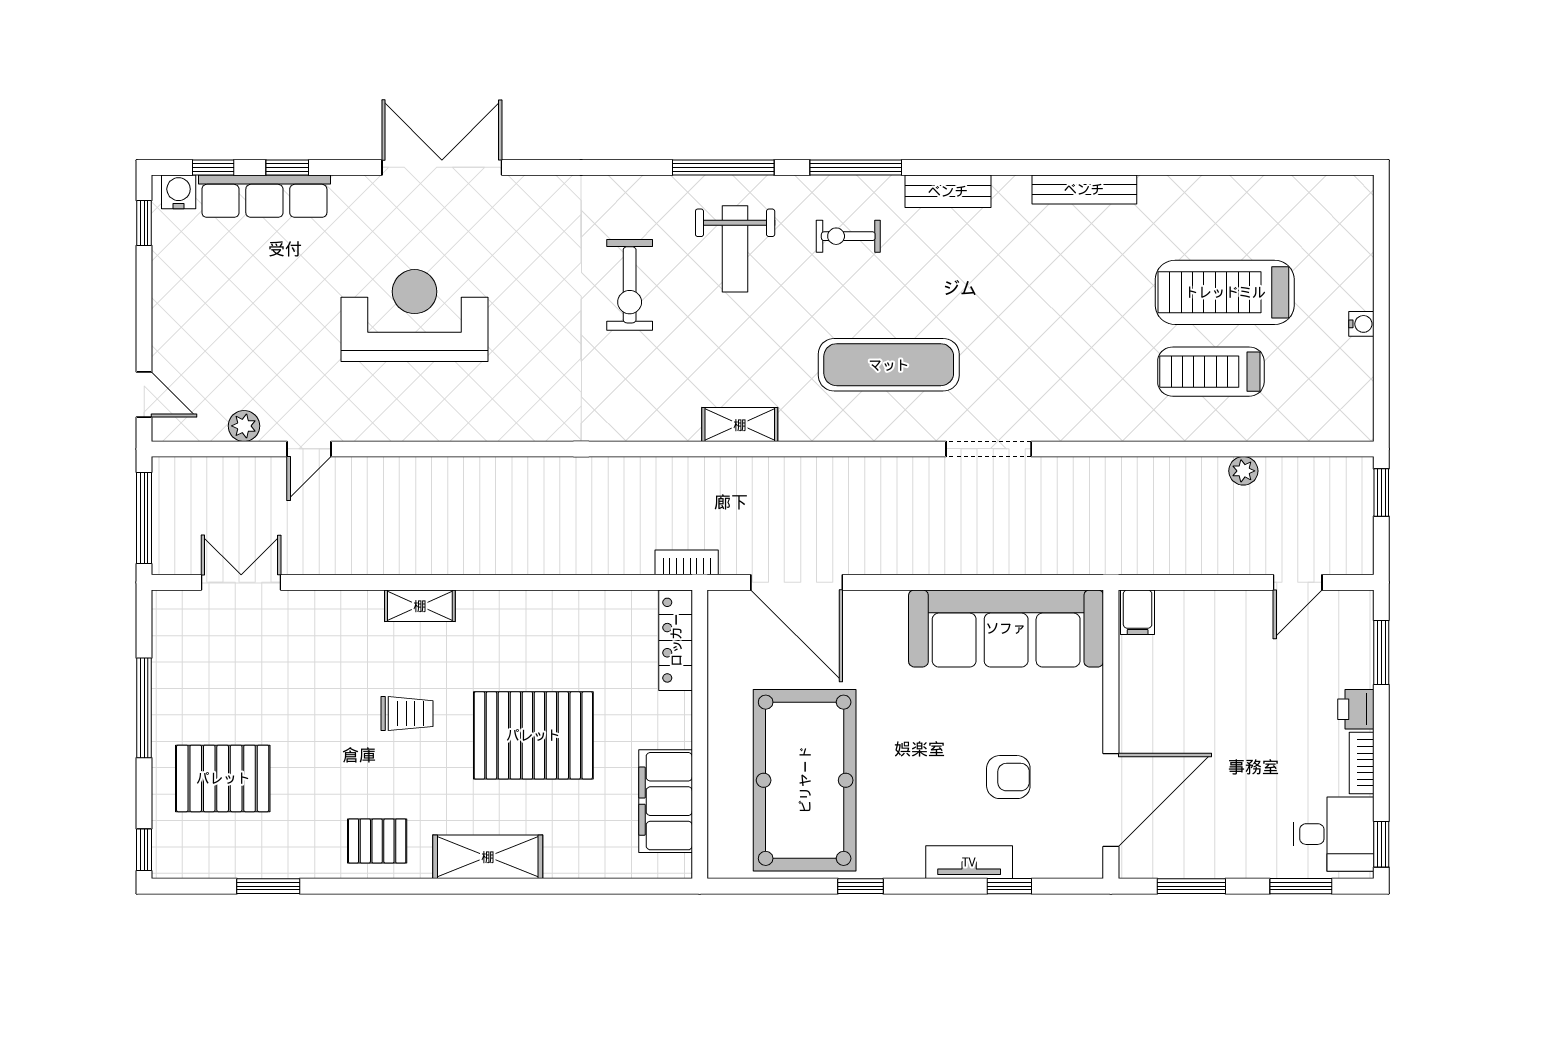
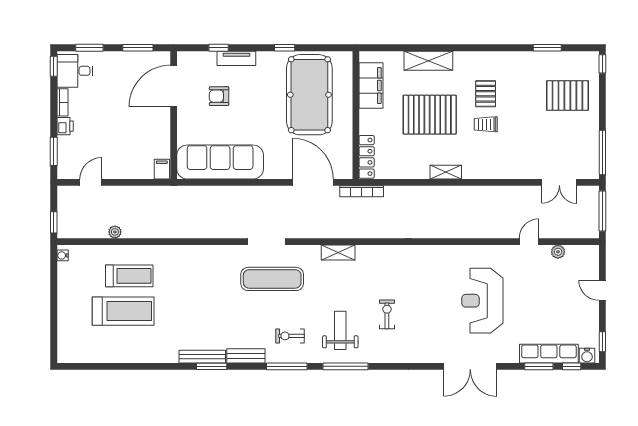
window: (287, 167) -> (539, 366), width x1.50
window: (1025, 167) -> (212, 366), added
bench: (1084, 189) -> (202, 357), moved
exercise bike: (848, 236) -> (290, 336), turned 180
exercise bike: (630, 285) -> (387, 314), width x0.73, depth x0.72
reception desk: (415, 316) -> (482, 301), turned 90
water cooler: (1361, 324) -> (63, 255), moved
door: (144, 394) -> (602, 290), moved
doorway: (989, 449) -> (267, 242), moved
bookcase: (687, 562) -> (362, 191), width x1.56
shelving: (420, 606) -> (446, 172), moved
window: (144, 708) -> (602, 152), moved
pallet: (377, 841) -> (486, 94), moved, turned 90
shelving: (488, 857) -> (428, 61), moved

